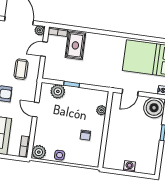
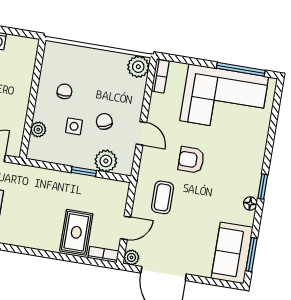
chair: (60, 117) -> (104, 121), added
side table: (60, 155) -> (74, 126), moved

